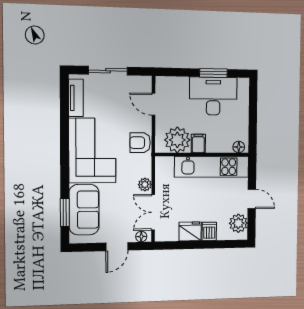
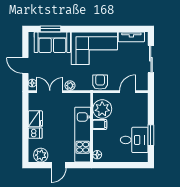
desk: (213, 96) -> (134, 140), width x0.73

